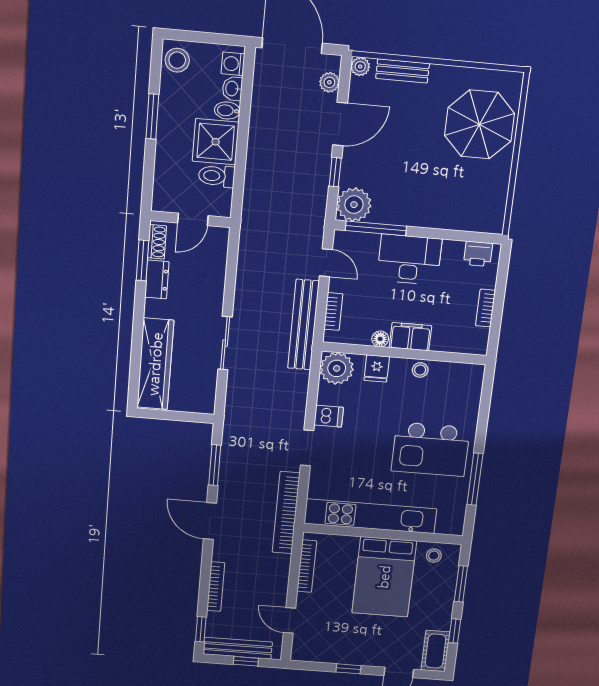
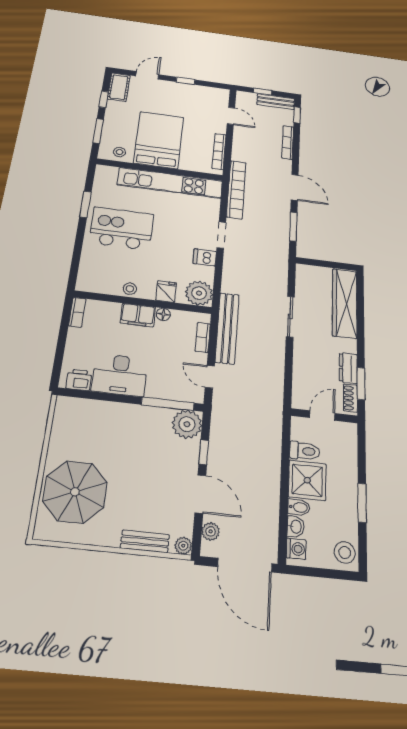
door: (340, 124) -> (200, 494), swing flipped
desk: (409, 259) -> (120, 375), moved
bookcase: (485, 308) -> (77, 312), moved
window: (475, 479) -> (85, 204), width x0.69
bench: (238, 648) -> (276, 102), width x0.73

